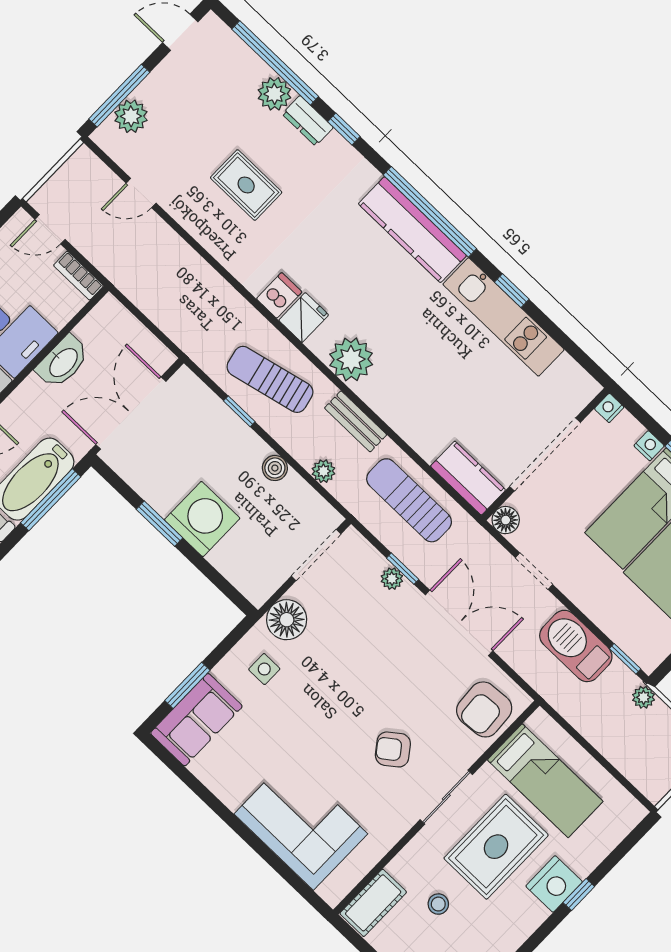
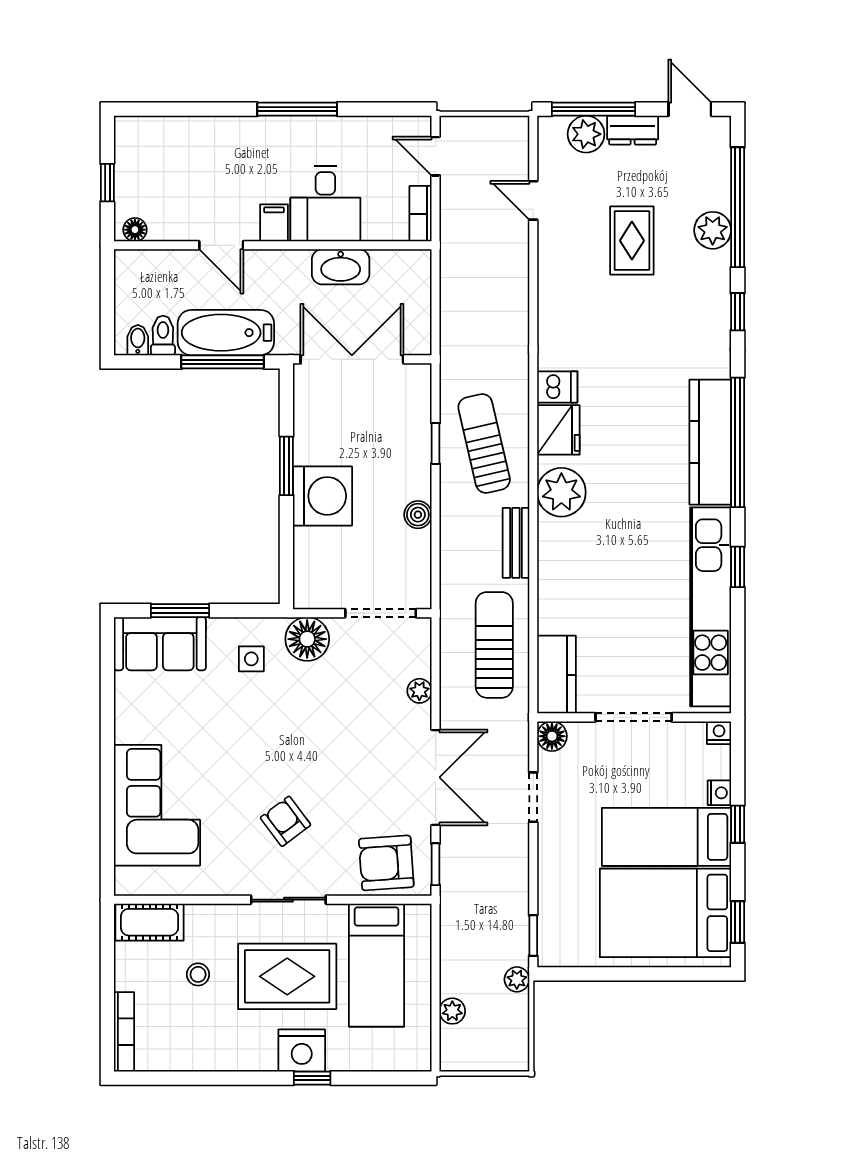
dresser: (308, 121) -> (633, 130), moved, turned -90
rug: (246, 185) -> (632, 241), moved
kitchen unit: (504, 317) -> (711, 607), width x1.36
fridge: (304, 318) -> (558, 430), width x1.38
doorway: (545, 454) -> (634, 717), width x0.73
plant: (323, 471) -> (452, 1011), moved
window: (403, 569) -> (436, 864), moved
barbecue: (576, 646) -> (506, 887), removed

